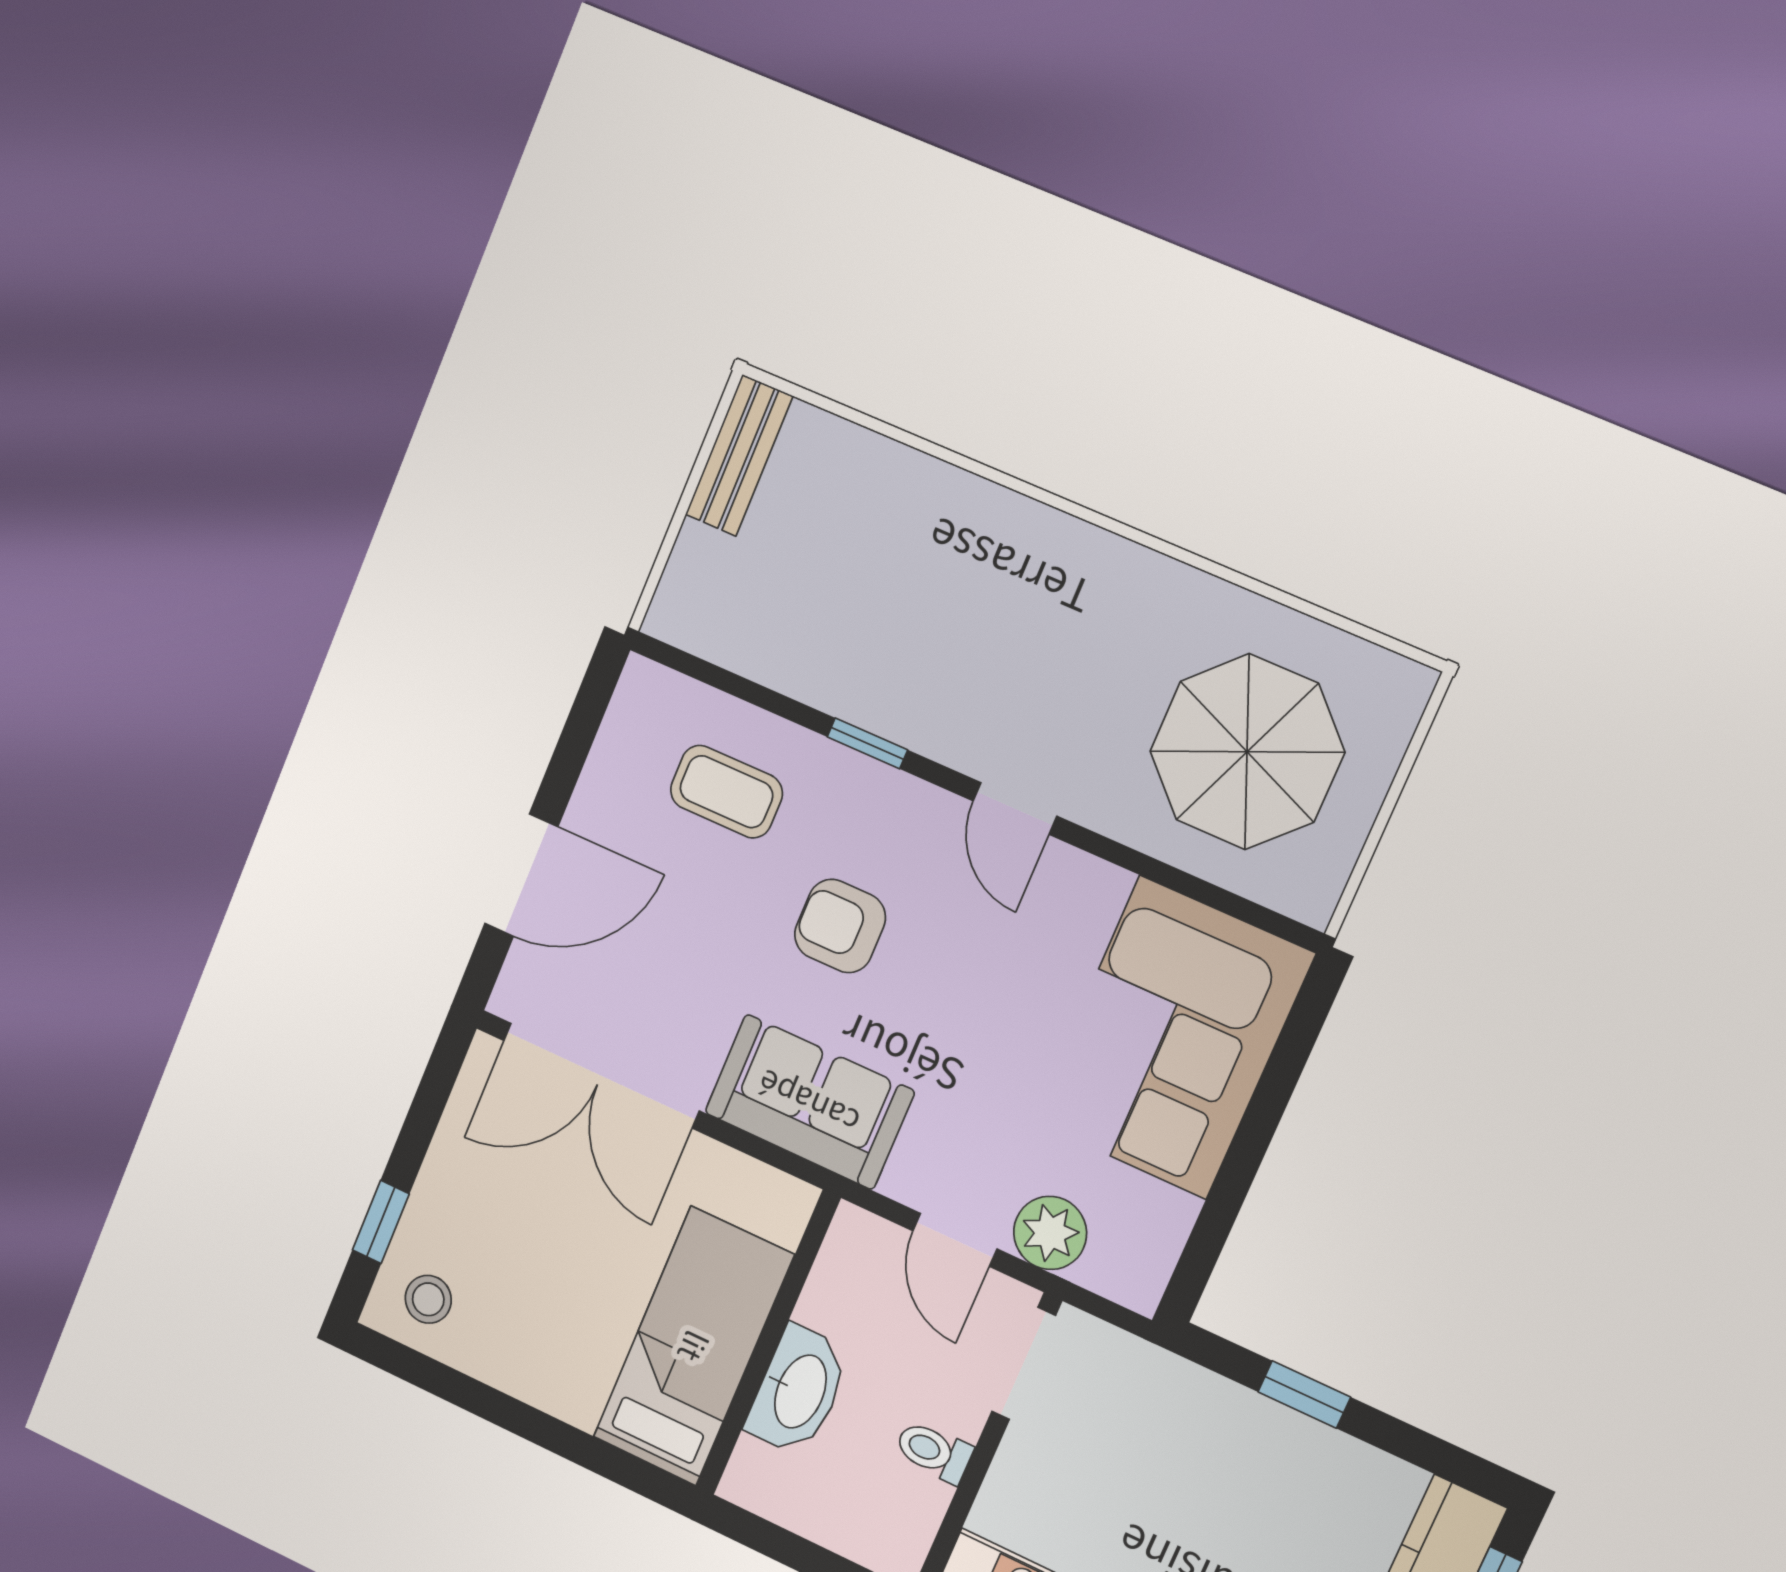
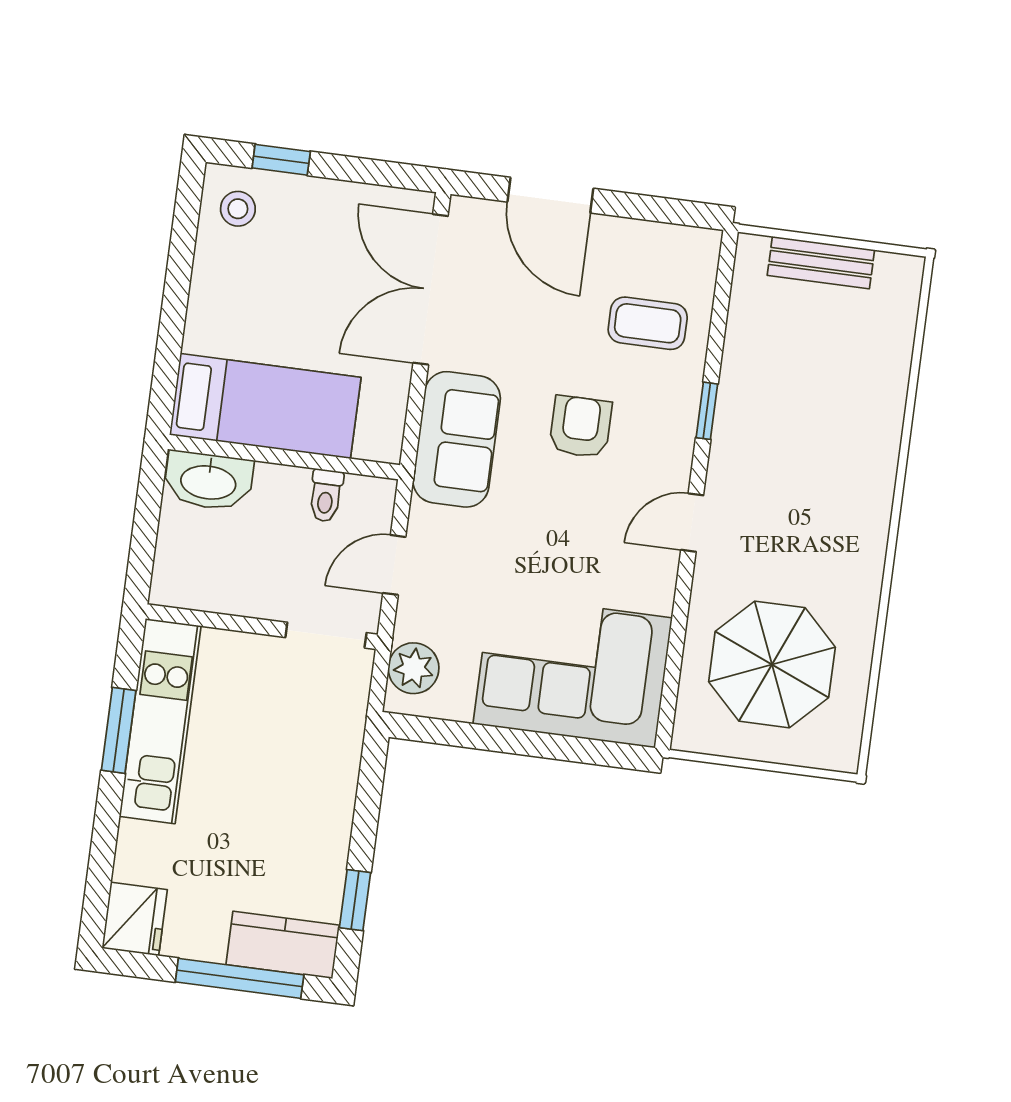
bench: (739, 455) -> (821, 263), moved
coffee table: (726, 792) -> (648, 323), turned 90
plant: (1050, 1233) -> (414, 668), moved
washbasin: (798, 1391) -> (208, 481), moved
window: (1304, 1395) -> (355, 900), moved
toilet: (934, 1451) -> (326, 496), moved, turned 180

